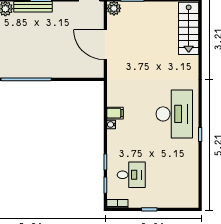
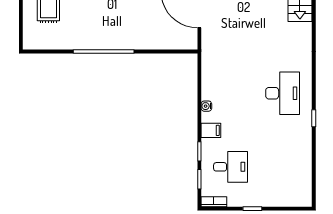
filing cabinet: (115, 113) -> (211, 130), moved
desk: (174, 114) -> (283, 93), width x0.73, depth x0.77

